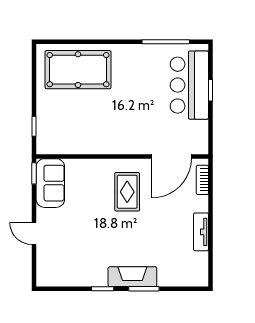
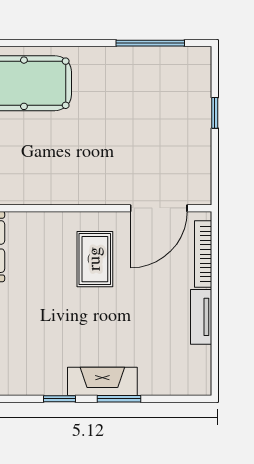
bar counter: (189, 85) -> (184, 105), removed
bookcase: (202, 180) -> (203, 254), width x1.56

